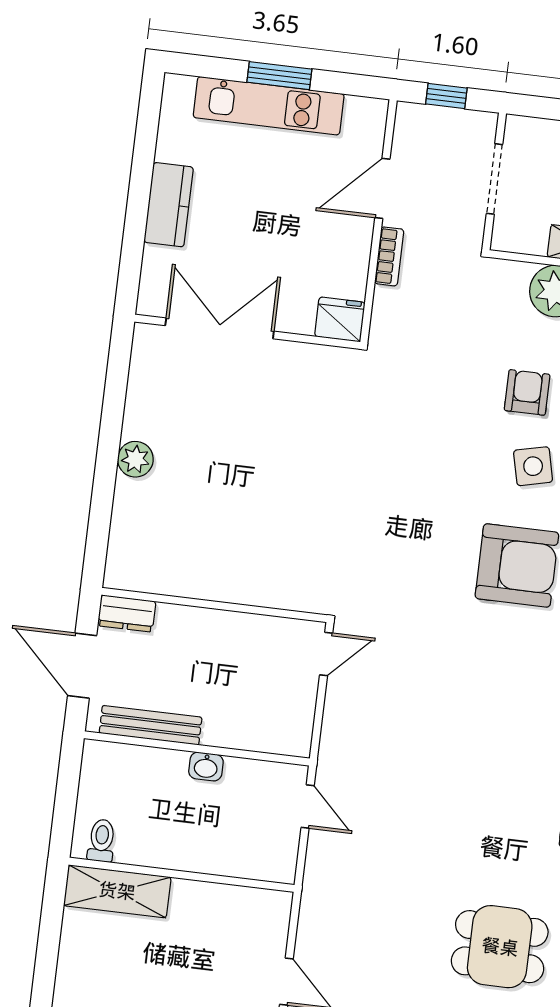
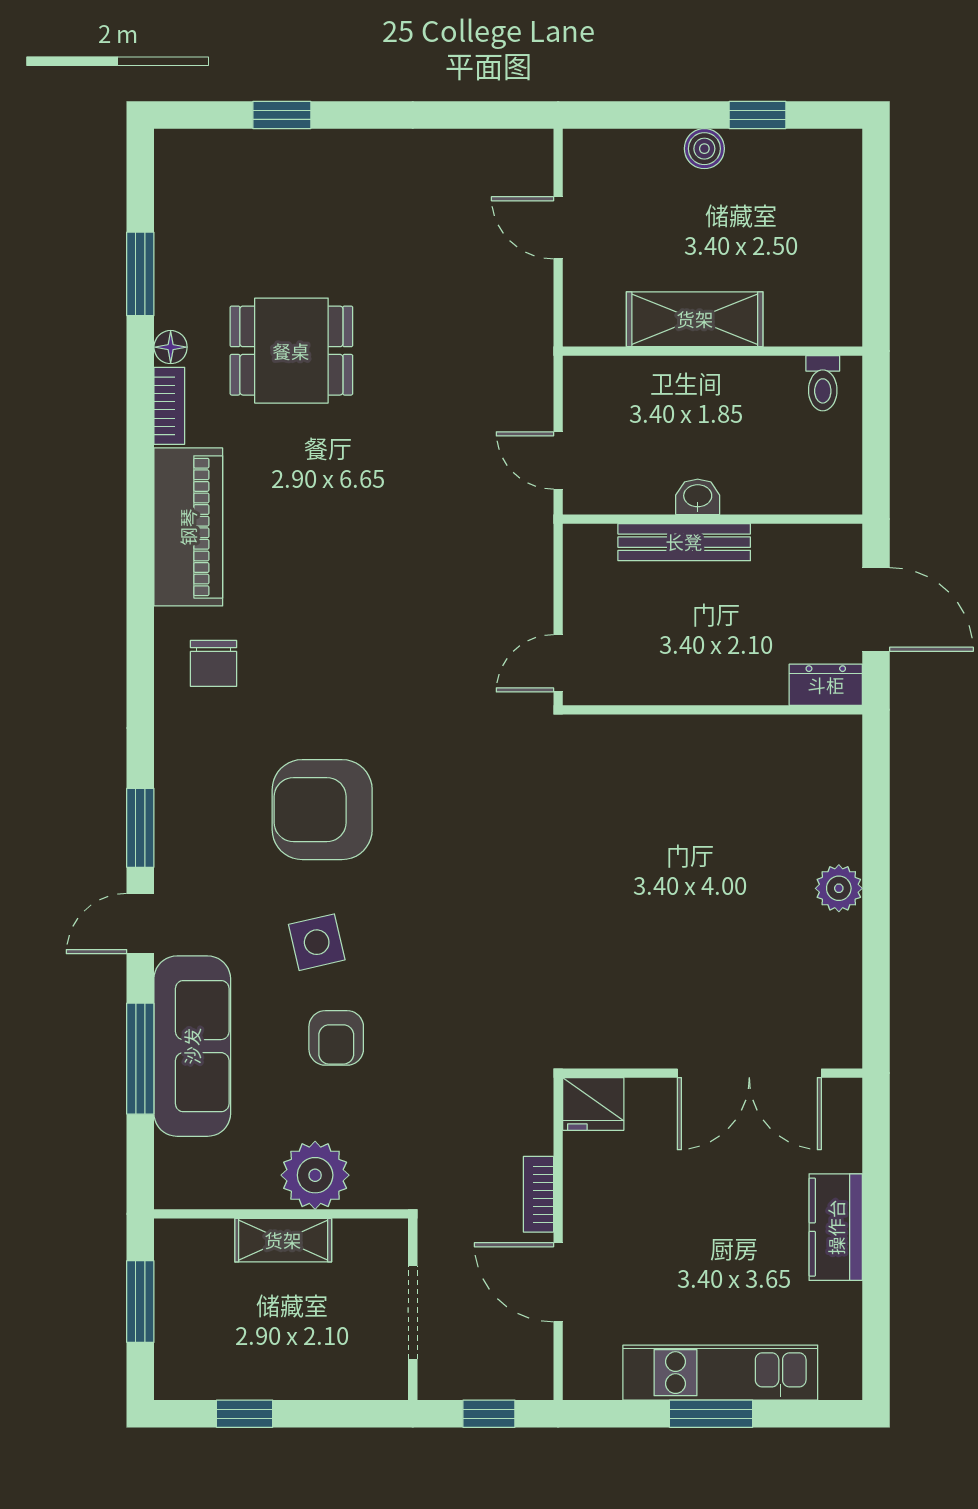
door: (382, 188) -> (558, 1282), swing flipped
bench: (151, 725) -> (684, 542), moved
shelving: (117, 891) -> (695, 319), moved
dining table: (500, 947) -> (291, 351), moved

